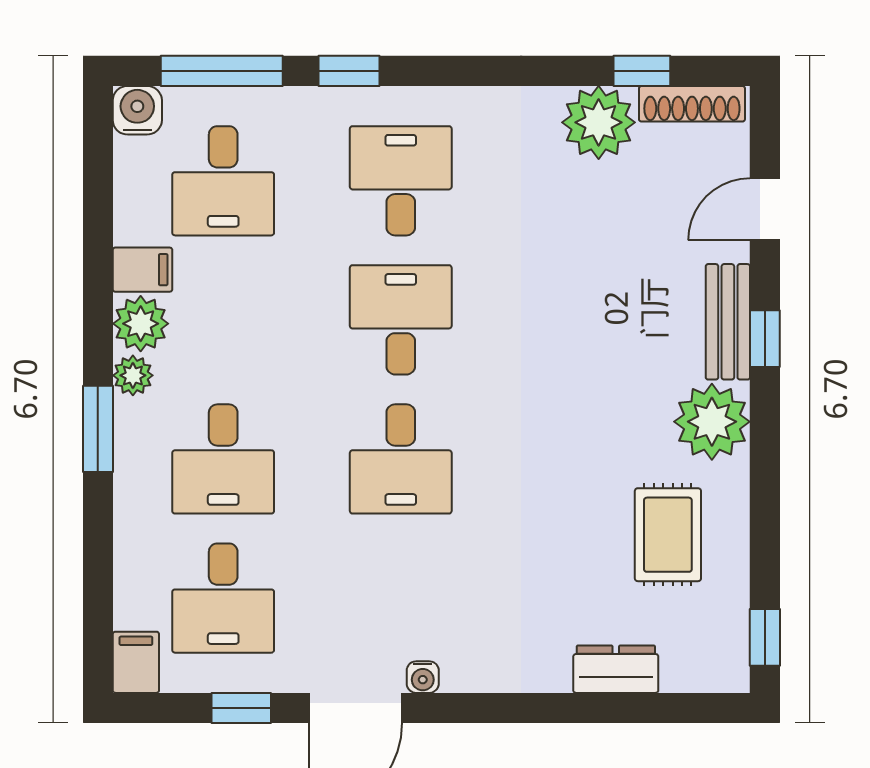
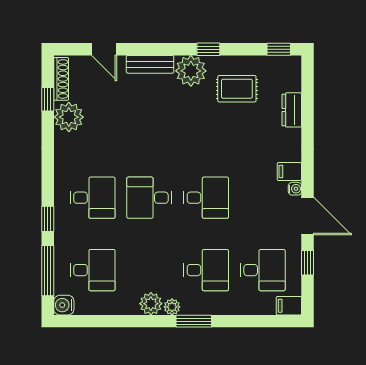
desk: (401, 181) -> (93, 198), turned 180
filing cabinet: (143, 270) -> (289, 172), moved, turned -90
window: (765, 339) -> (208, 49), moved

